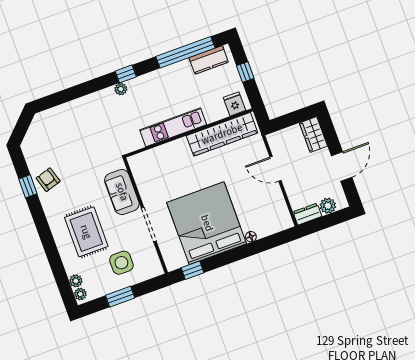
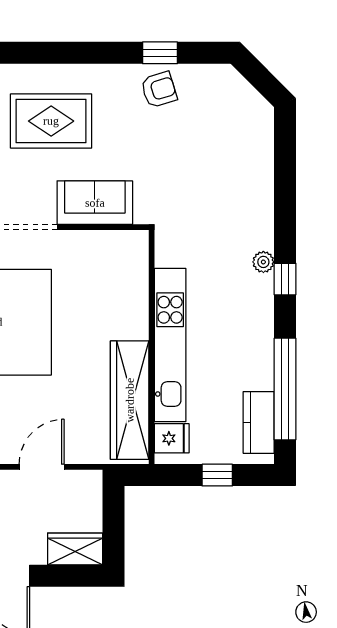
kitchen unit: (173, 127) -> (170, 345), width x1.36

